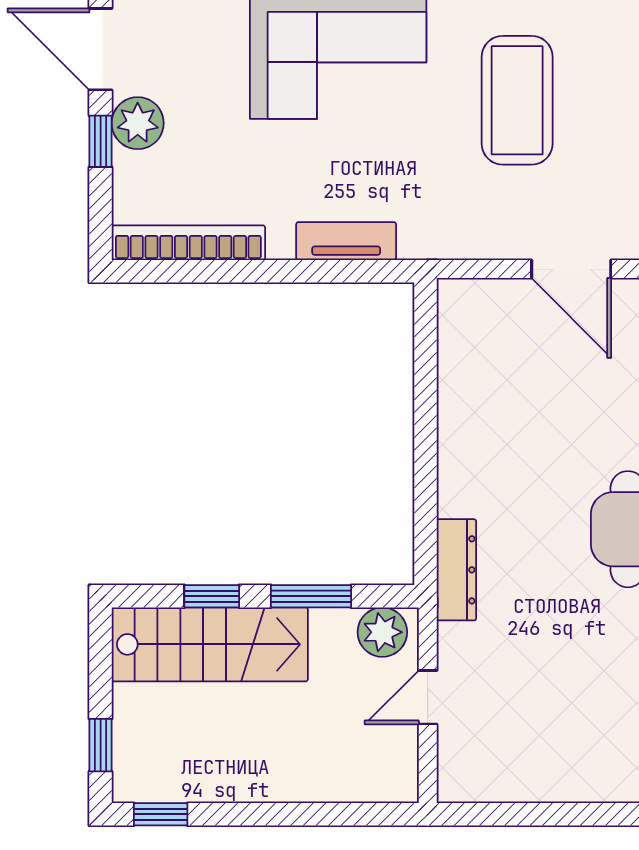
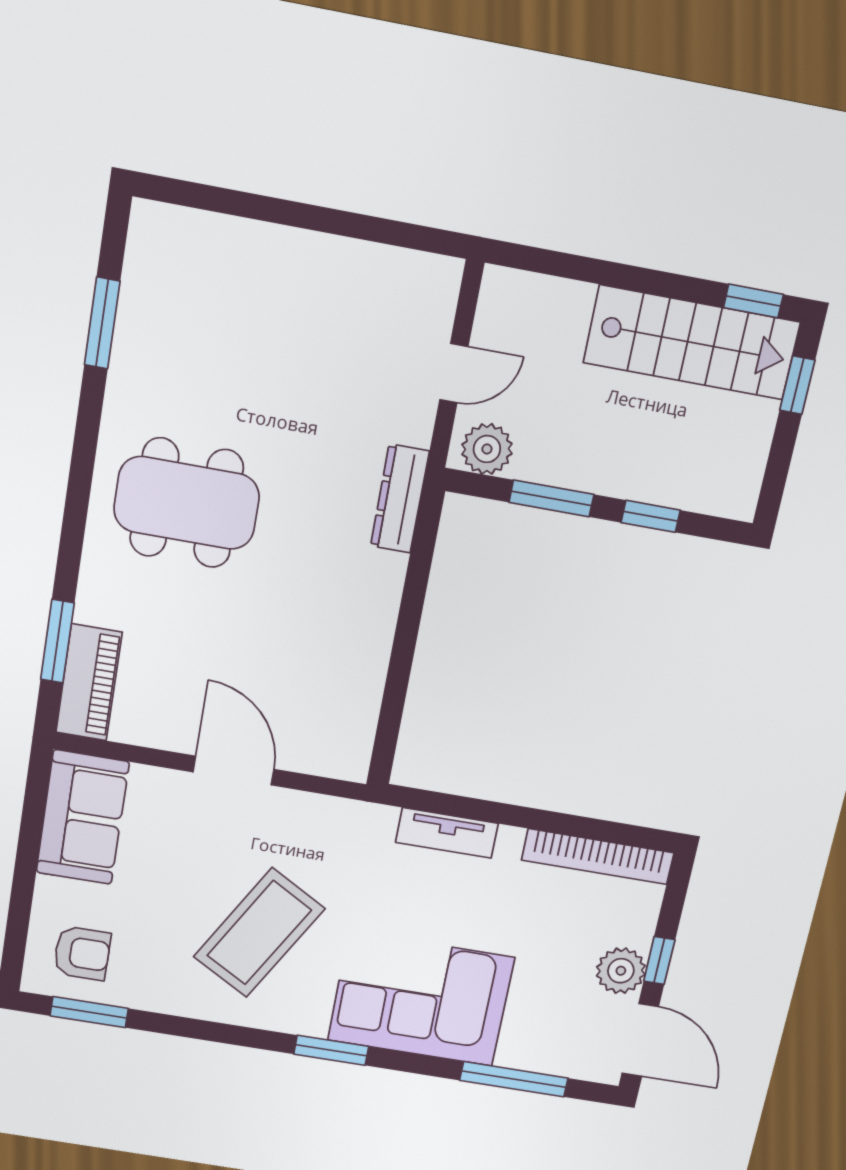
coffee table: (517, 100) -> (259, 933), turned 30
stairs: (210, 644) -> (692, 342), moved, turned 180

